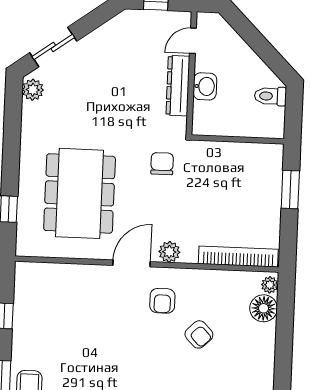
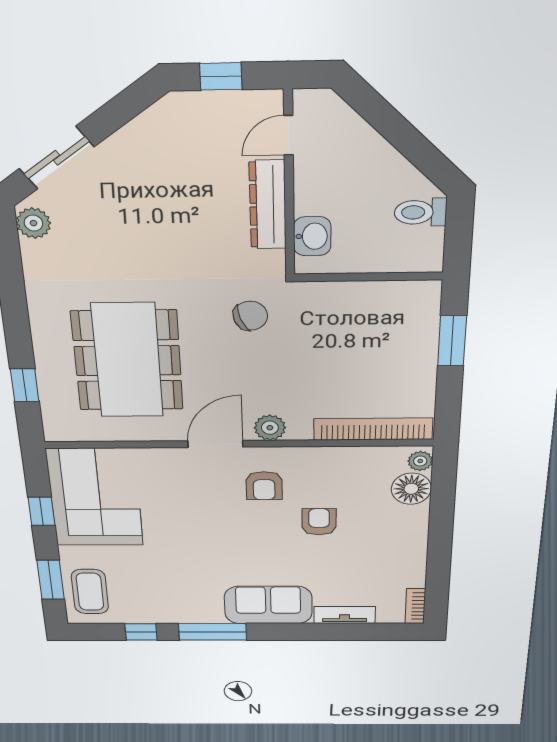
washbasin: (205, 86) -> (312, 236), moved
chair: (162, 164) -> (250, 316), turned 69
corner sofa: (44, 305) -> (95, 498), added
armchair: (199, 334) -> (319, 522), turned -136

